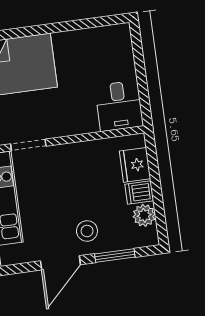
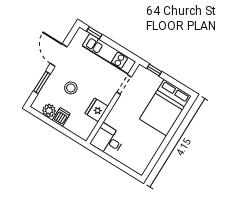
fridge: (135, 165) -> (97, 110), moved, turned -90
stool: (87, 231) -> (71, 88), moved

